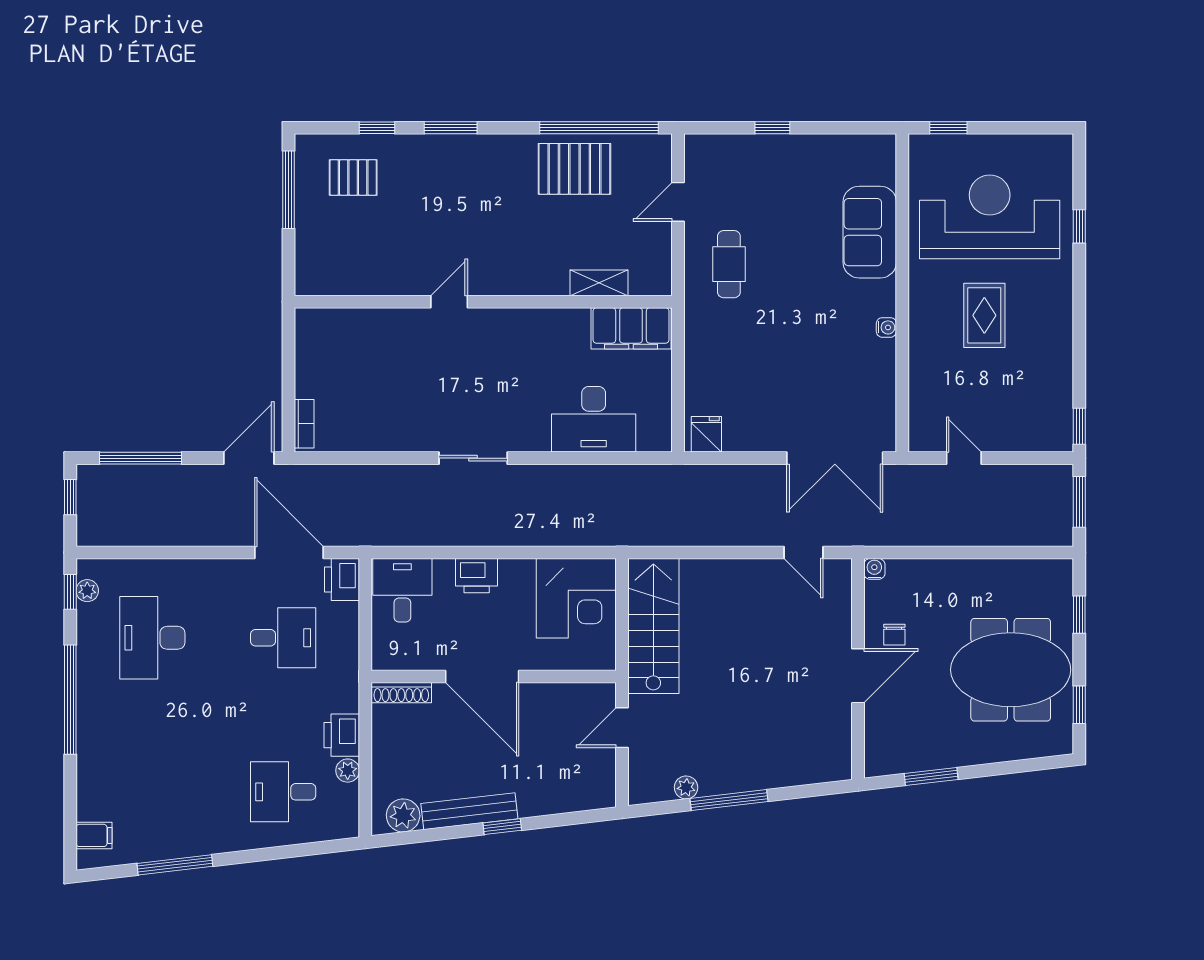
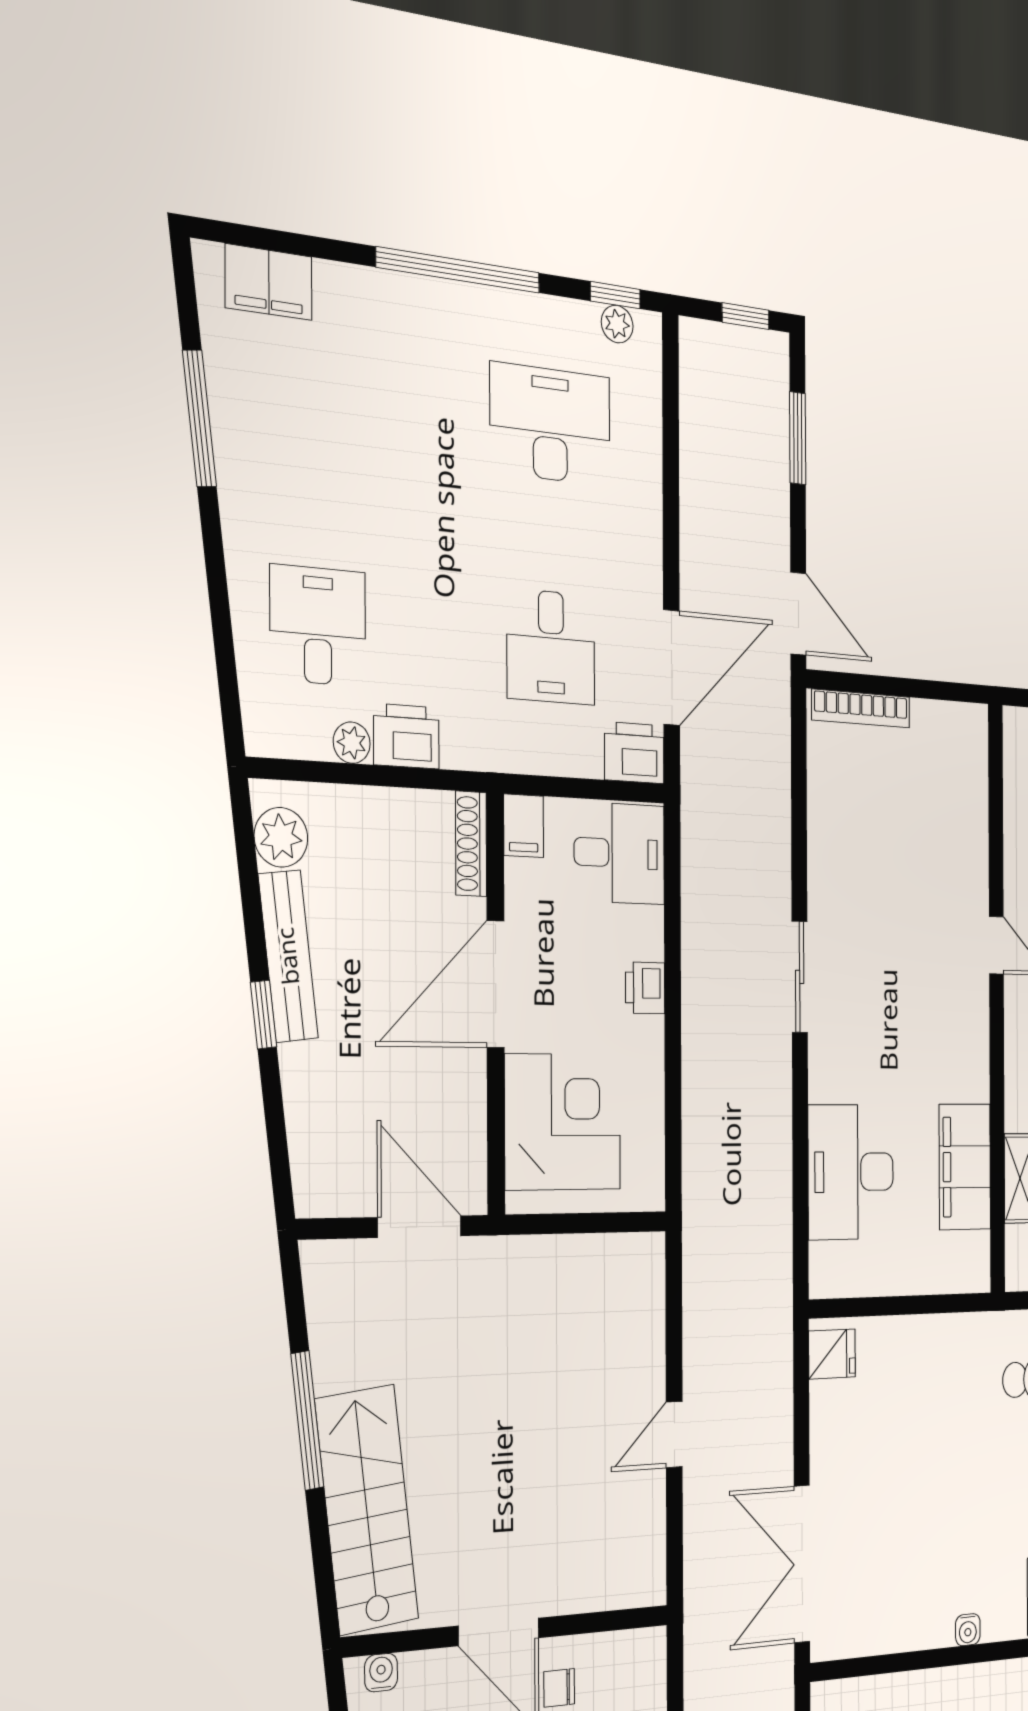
filing cabinet: (631, 328) -> (965, 1167), moved
bookcase: (304, 424) -> (861, 708), width x1.56
window: (141, 458) -> (798, 438), width x0.69
door: (803, 553) -> (674, 1434), moved
water cooler: (874, 569) -> (381, 1673), moved, turned -90
printer: (477, 576) -> (645, 988), width x0.73, depth x0.81
corner desk: (576, 598) -> (563, 1122), moved, turned 180
stairs: (653, 626) -> (367, 1509), moved, turned -97
filing cabinet: (389, 657) -> (524, 826), added
door: (622, 728) -> (419, 1227), width x1.38
plant: (686, 787) -> (327, 1343), removed
filing cabinet: (94, 835) -> (269, 282), width x2.00

